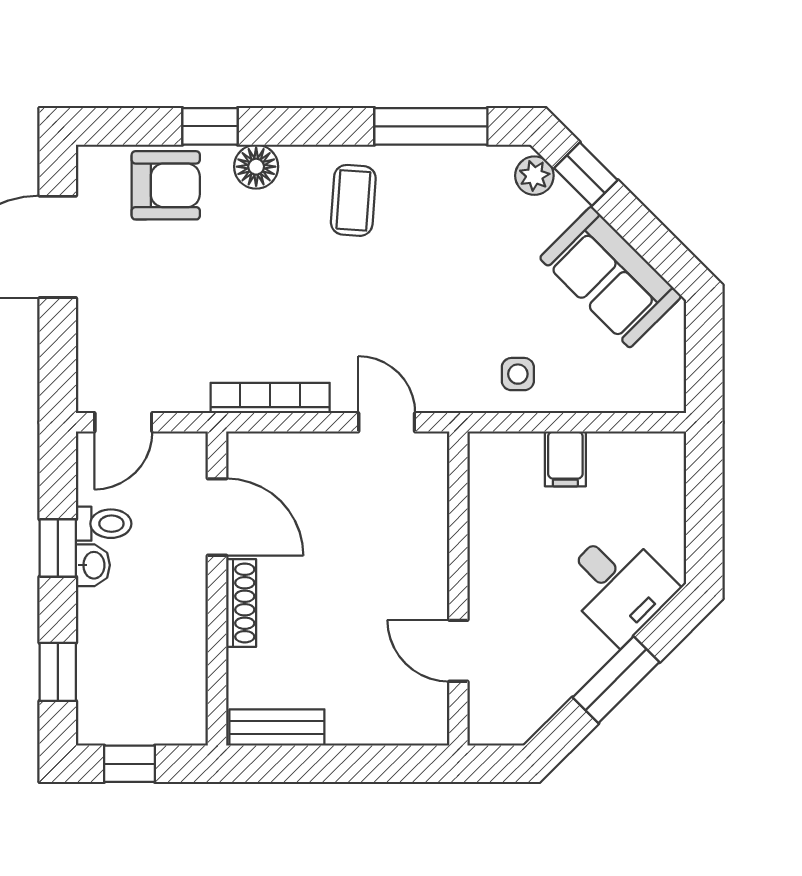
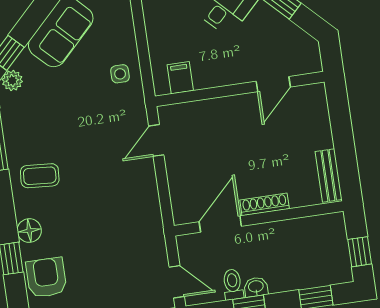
bookcase: (270, 398) -> (152, 205), removed
filing cabinet: (565, 459) -> (180, 78), moved, turned -90

